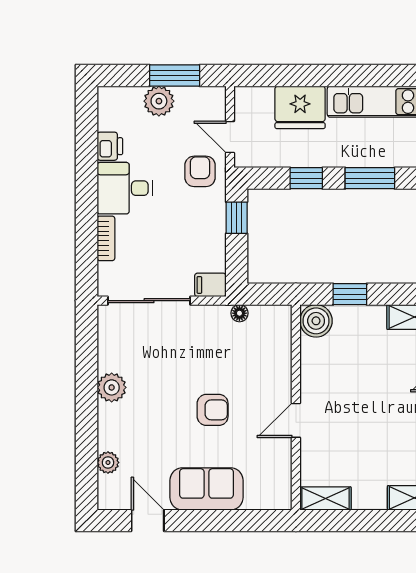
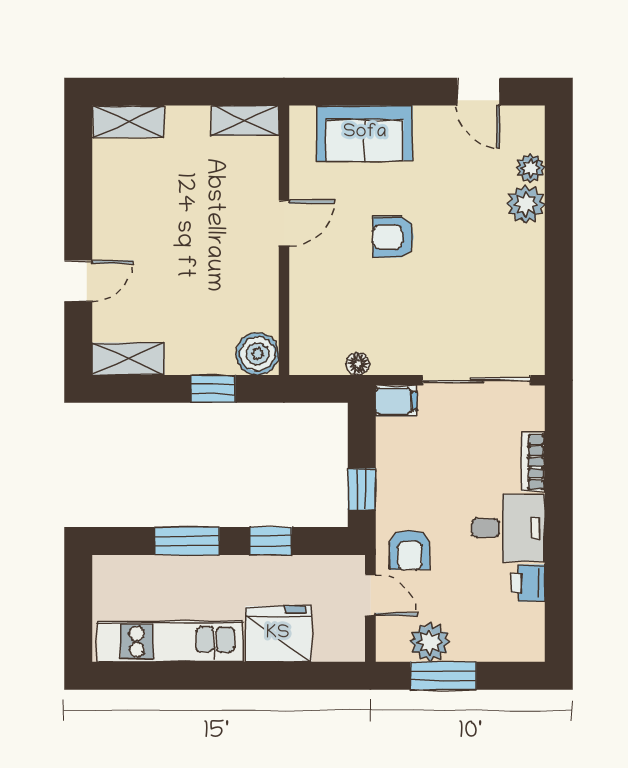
plant: (159, 101) -> (430, 642), moved
plant: (112, 387) -> (526, 204), moved
sofa: (207, 489) -> (365, 133), moved

